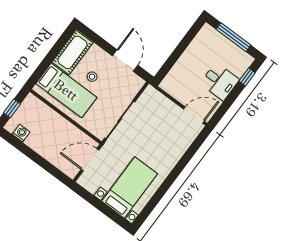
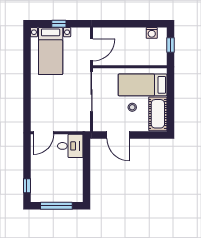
desk: (220, 82) -> (70, 146), moved, turned 180
window: (102, 207) -> (59, 24), added

